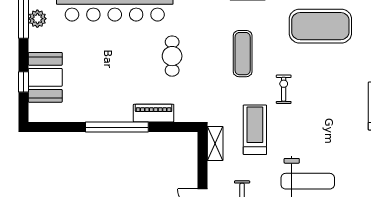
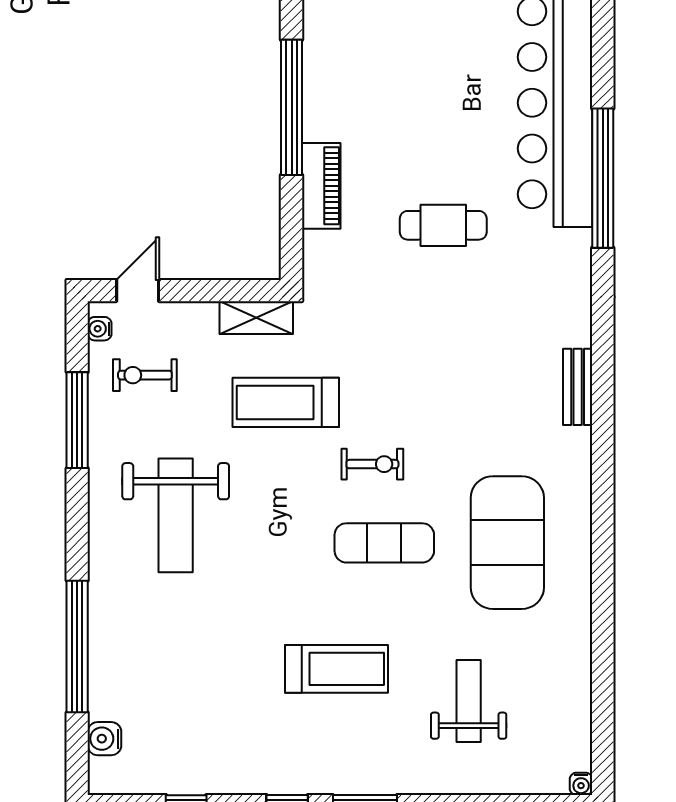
exercise mat: (243, 54) -> (384, 543), moved
treadmill: (255, 130) -> (286, 402), turned 180

